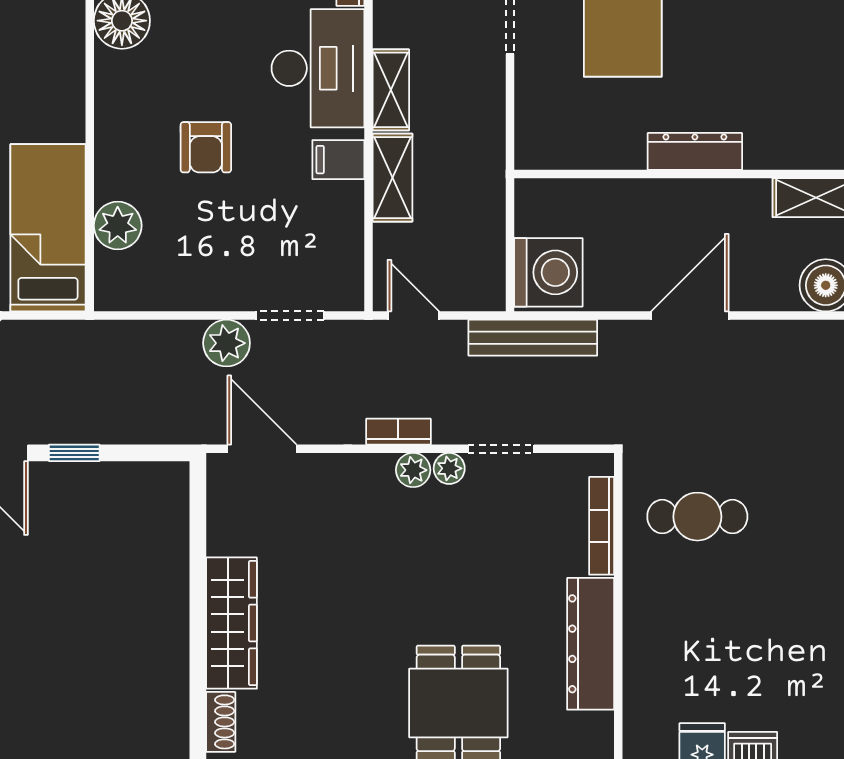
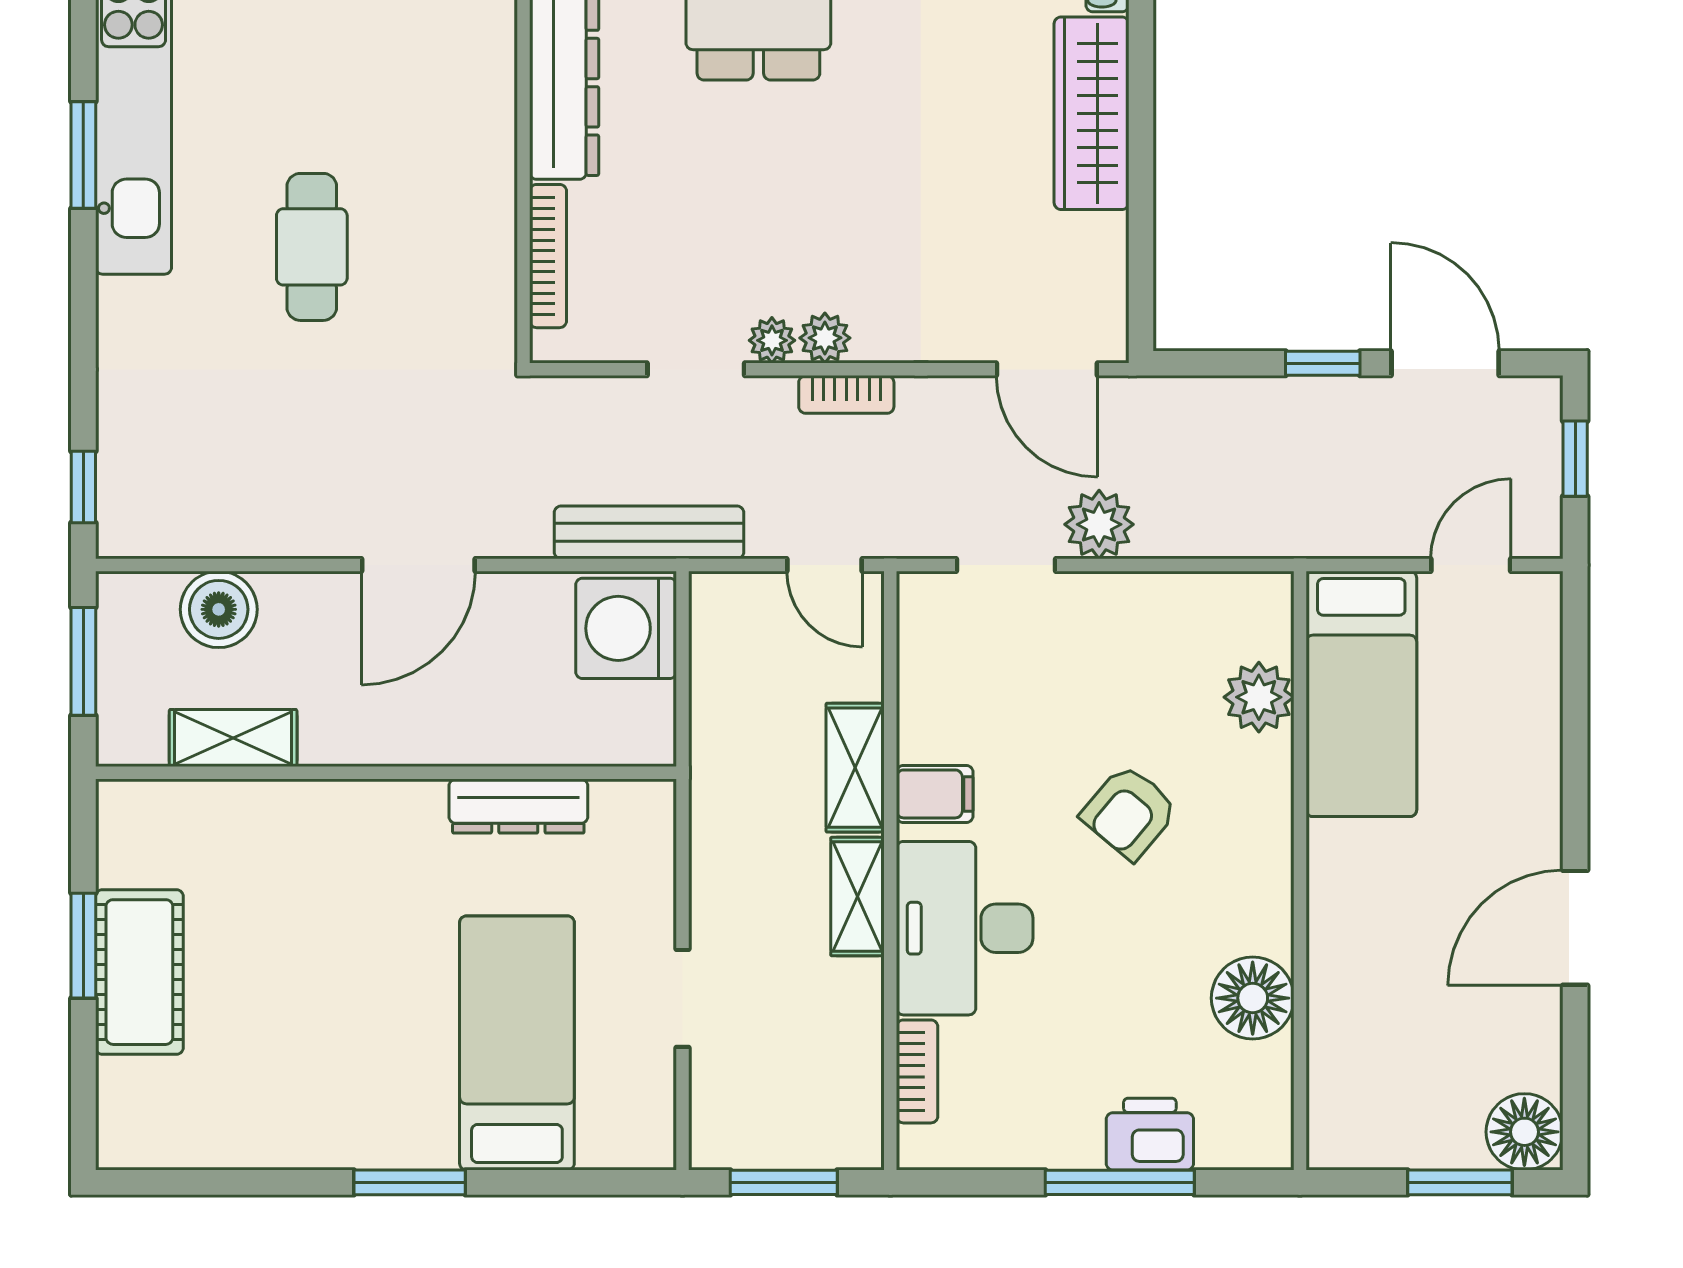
armchair: (206, 147) -> (1129, 812), turned -140
dresser: (695, 151) -> (518, 806), moved
cafe table: (697, 517) -> (312, 247), moved, turned 90

